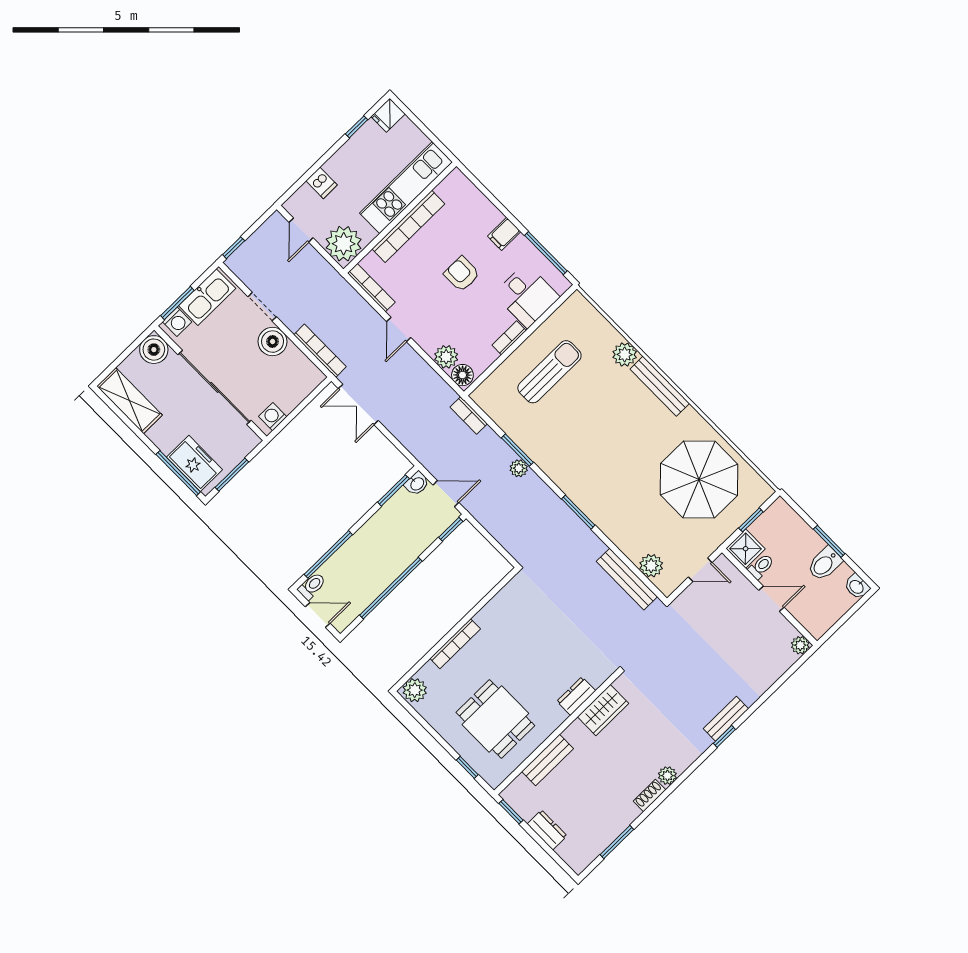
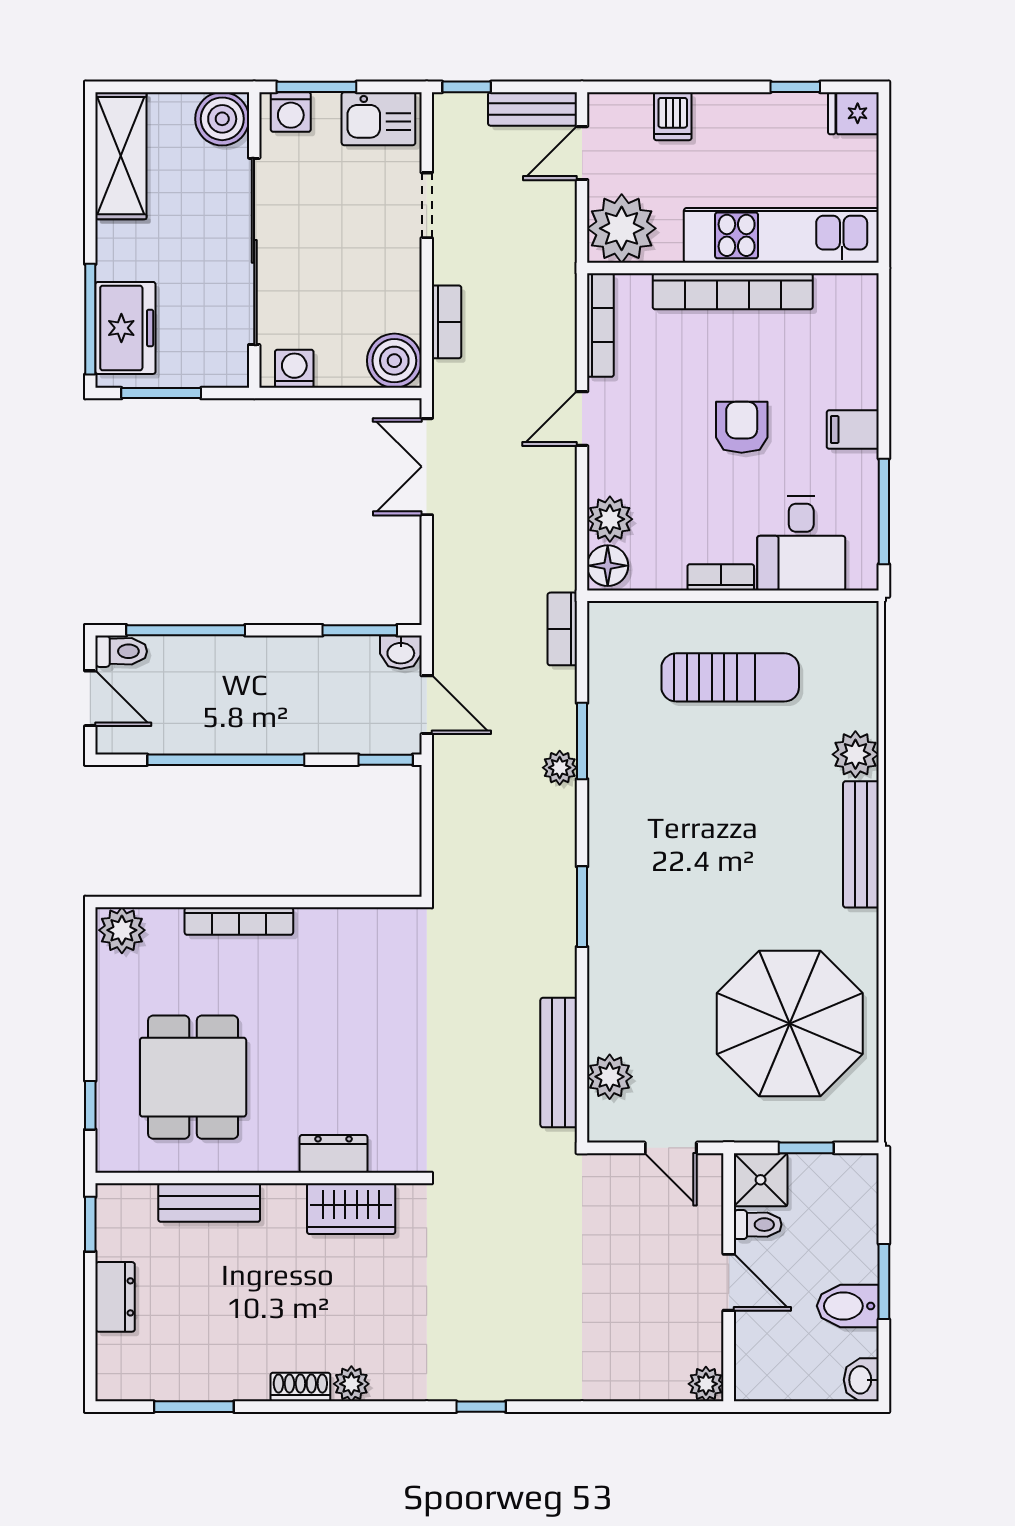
kitchen sink: (207, 297) -> (378, 119), width x0.73
boiler: (273, 342) -> (394, 361), moved
bookcase: (320, 351) -> (447, 322), width x0.64
bench: (726, 719) -> (532, 109), moved

